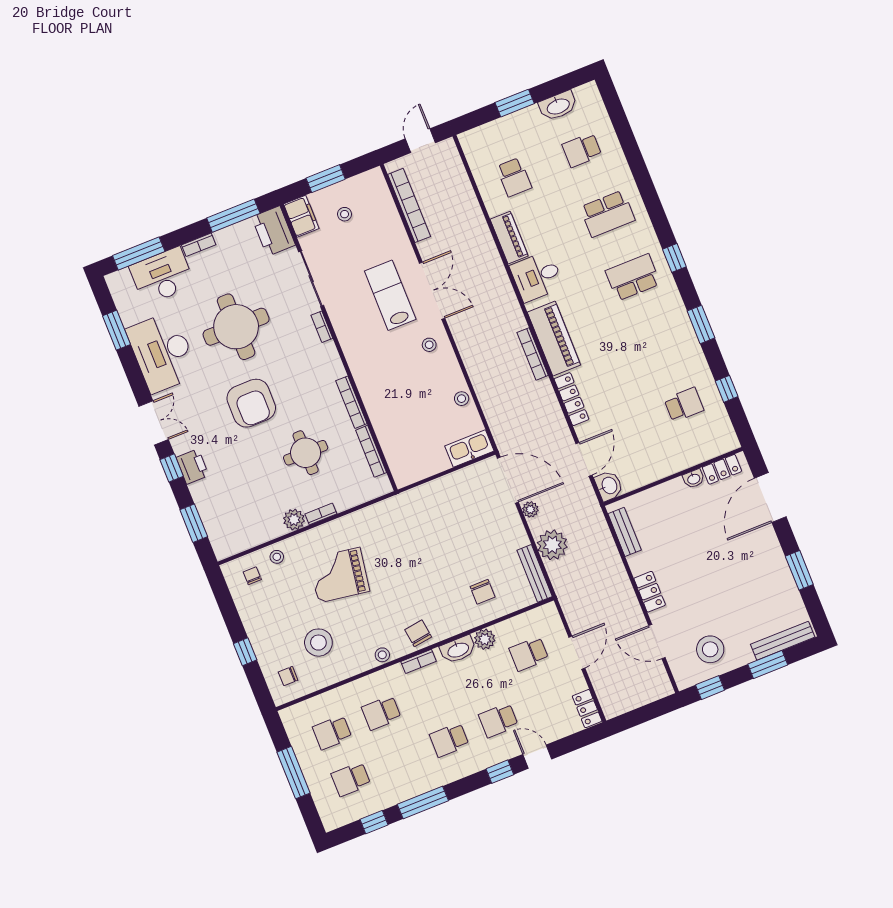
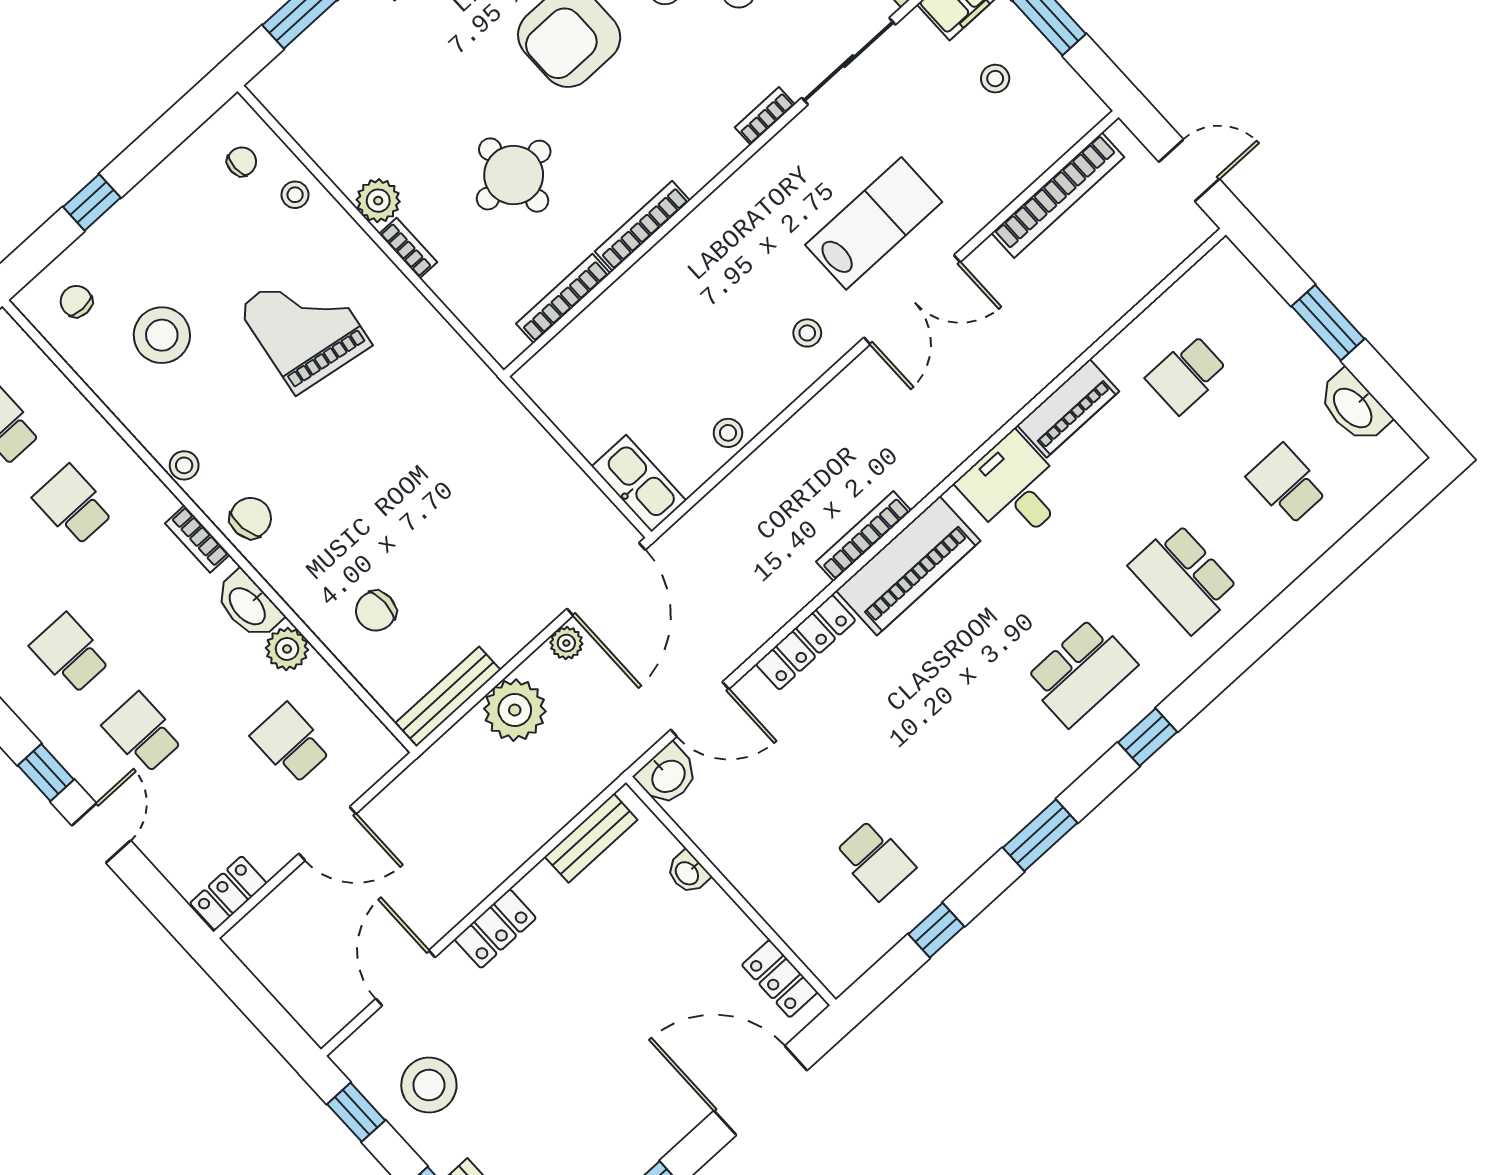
school desk: (633, 277) -> (1081, 672), turned 90
washbasin: (694, 479) -> (688, 873), moved

